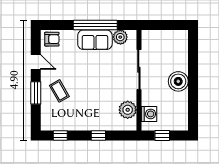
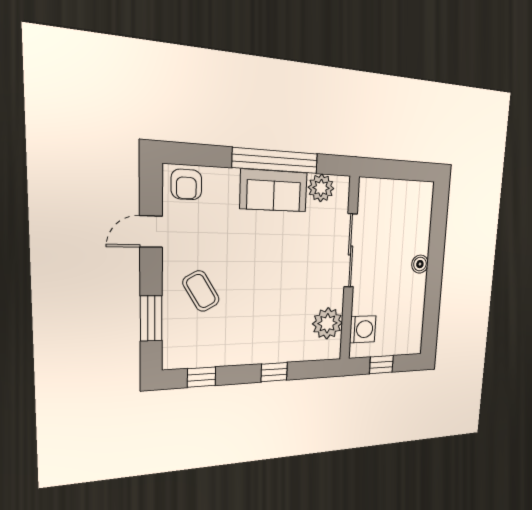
armchair: (52, 39) -> (186, 184), turned 90
door: (36, 62) -> (151, 232), swing flipped
boiler: (178, 81) -> (420, 264), width x0.54, depth x0.54
window: (36, 93) -> (151, 318), moved

